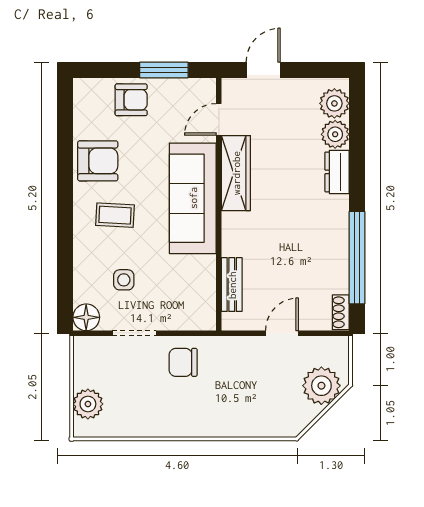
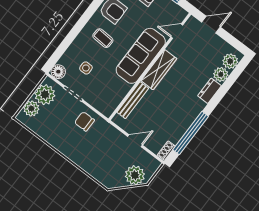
wardrobe: (236, 173) -> (159, 70), moved
bench: (232, 285) -> (133, 100), width x1.36
plant: (92, 367) -> (45, 95), added

